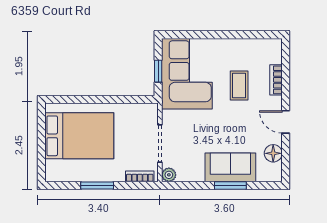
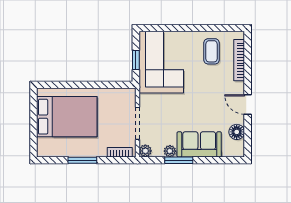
bookcase: (276, 80) -> (239, 60), width x1.56
coffee table: (239, 85) -> (212, 51), moved
plant: (197, 175) -> (170, 151), added
window: (230, 186) -> (179, 160), moved

